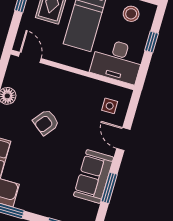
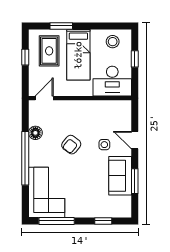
door: (30, 57) -> (44, 98), hinge flipped
side table: (110, 106) -> (104, 145), moved

